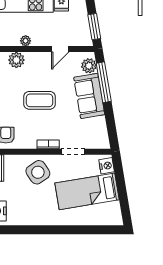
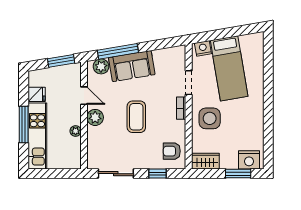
plant: (16, 60) -> (95, 117), moved
side table: (38, 172) -> (210, 118), turned 34

